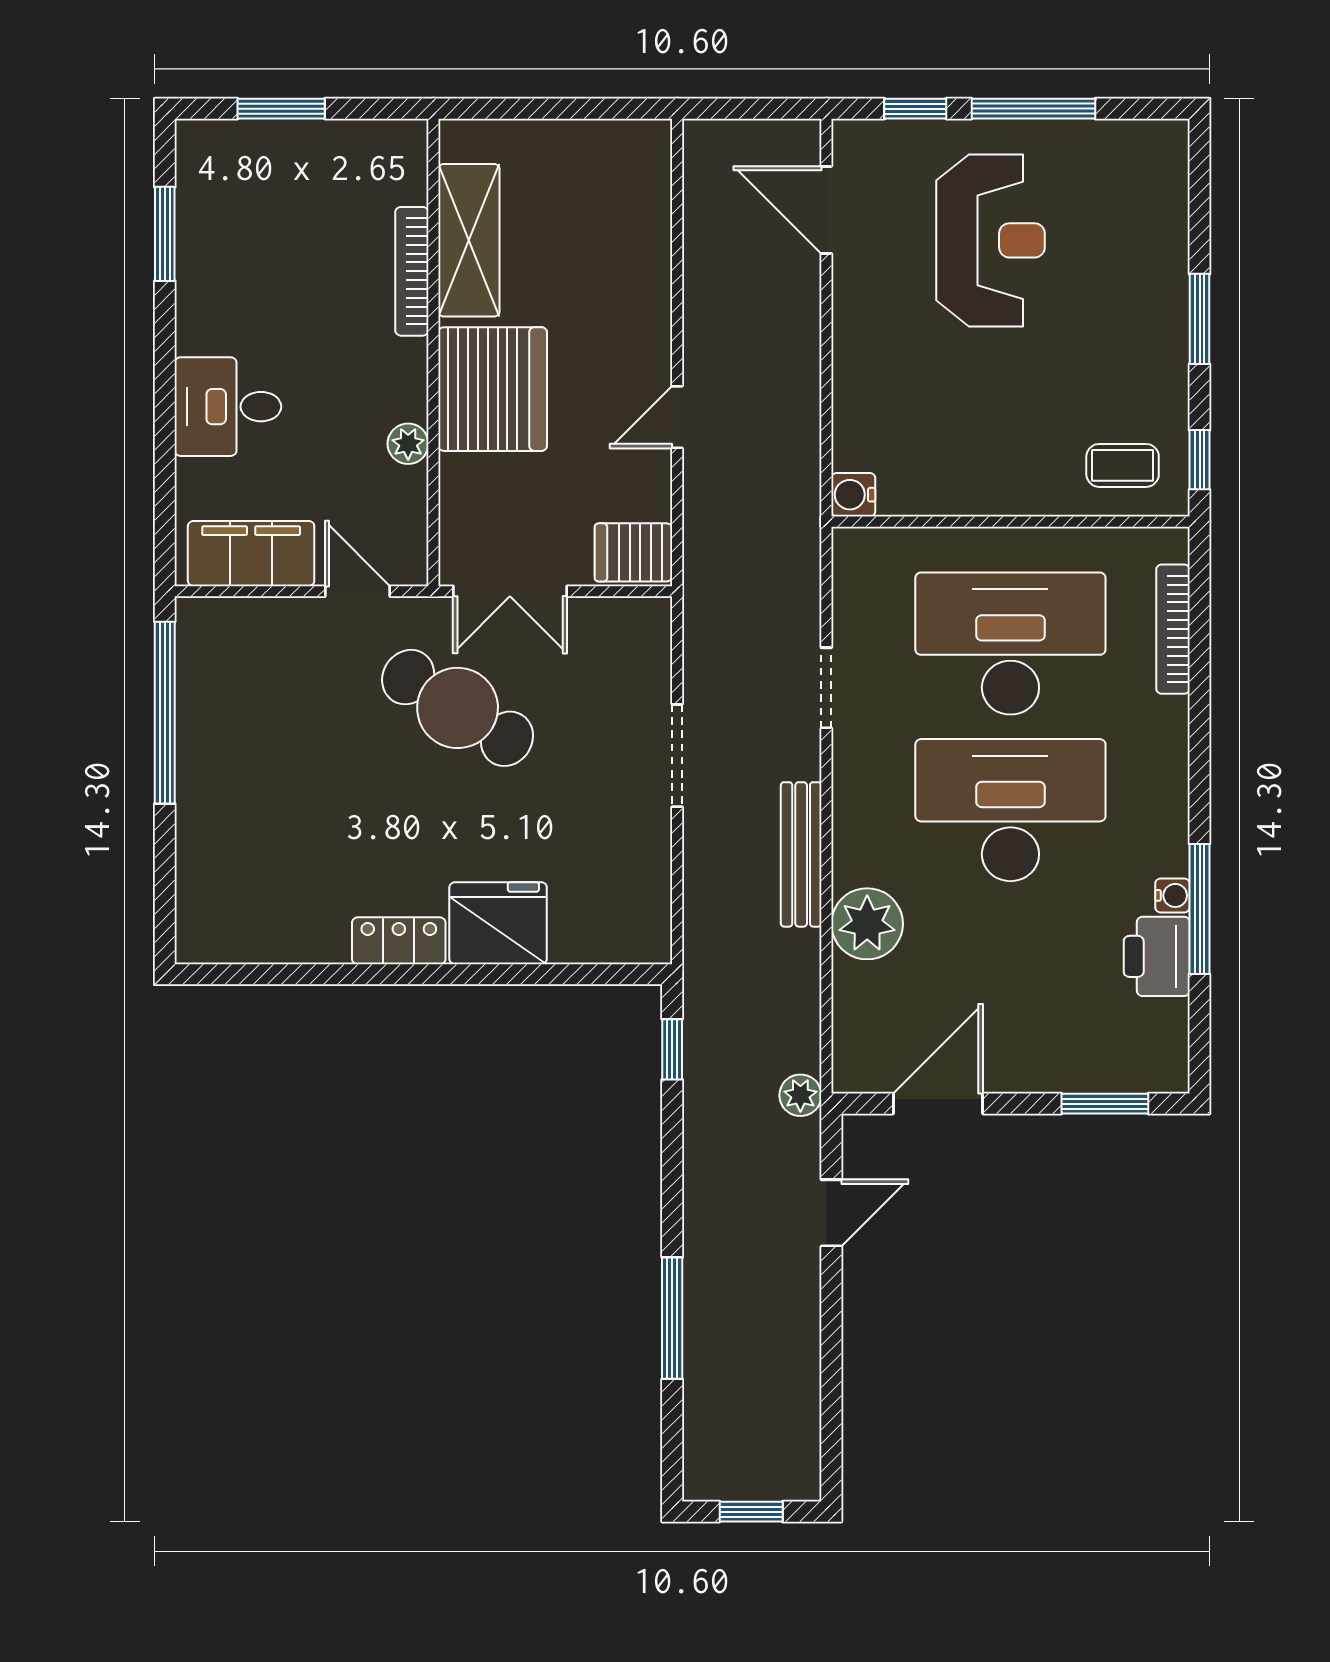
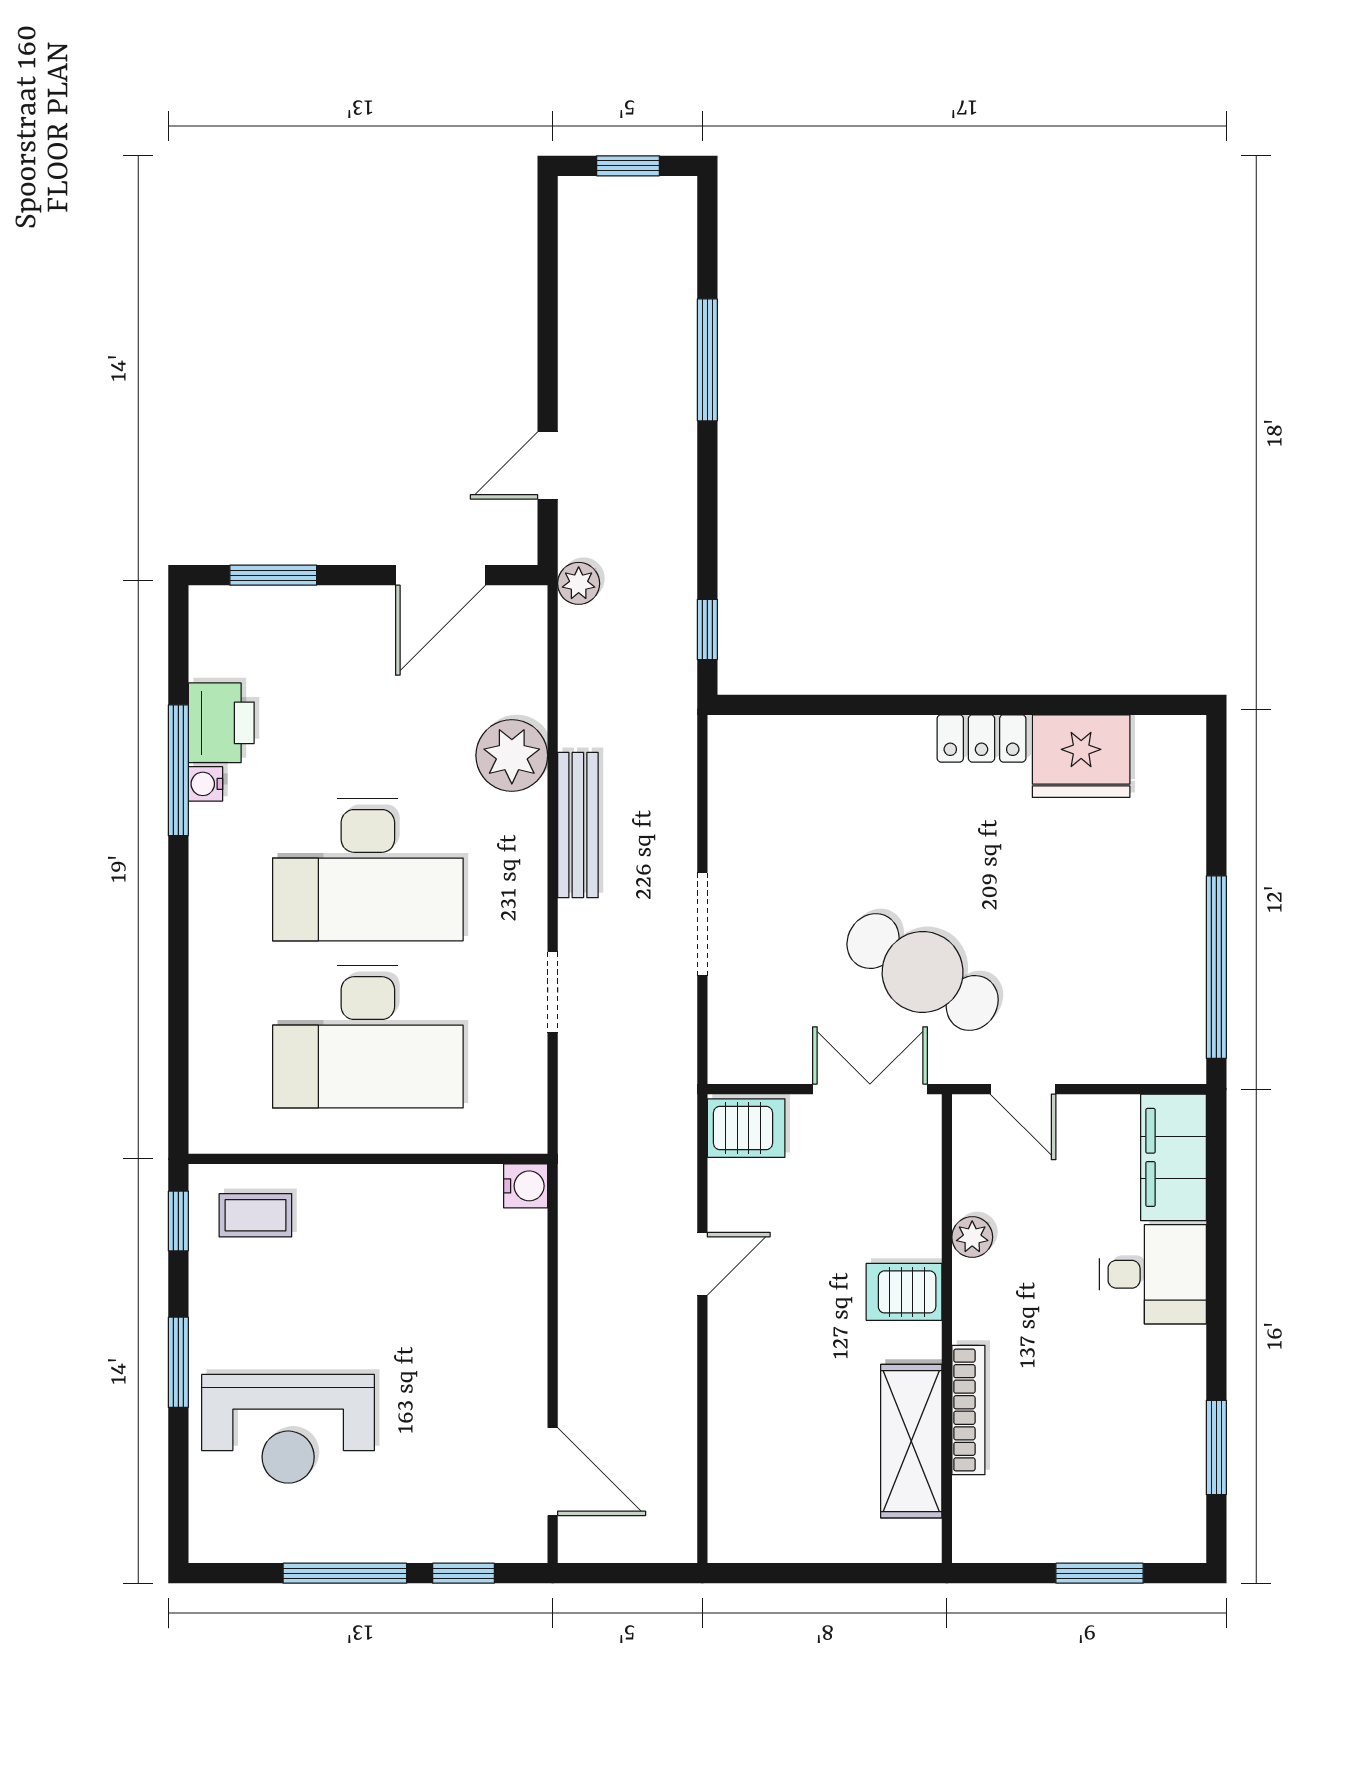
reception desk: (990, 240) -> (288, 1429), moved, turned -90
server rack: (493, 389) -> (904, 1292), width x0.46, depth x0.70
filing cabinet: (251, 554) -> (1174, 1157), moved, turned 90
bookcase: (1173, 629) -> (205, 1051), removed
fridge: (498, 923) -> (1081, 756), moved

